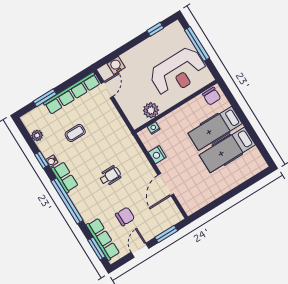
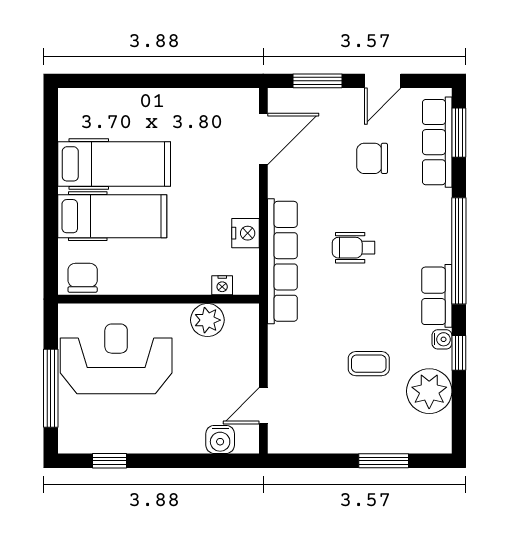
row of seats: (72, 93) -> (282, 261), moved, turned 90
plant: (37, 135) -> (429, 391), width x1.88, depth x1.88
door: (166, 185) -> (263, 139), moved

